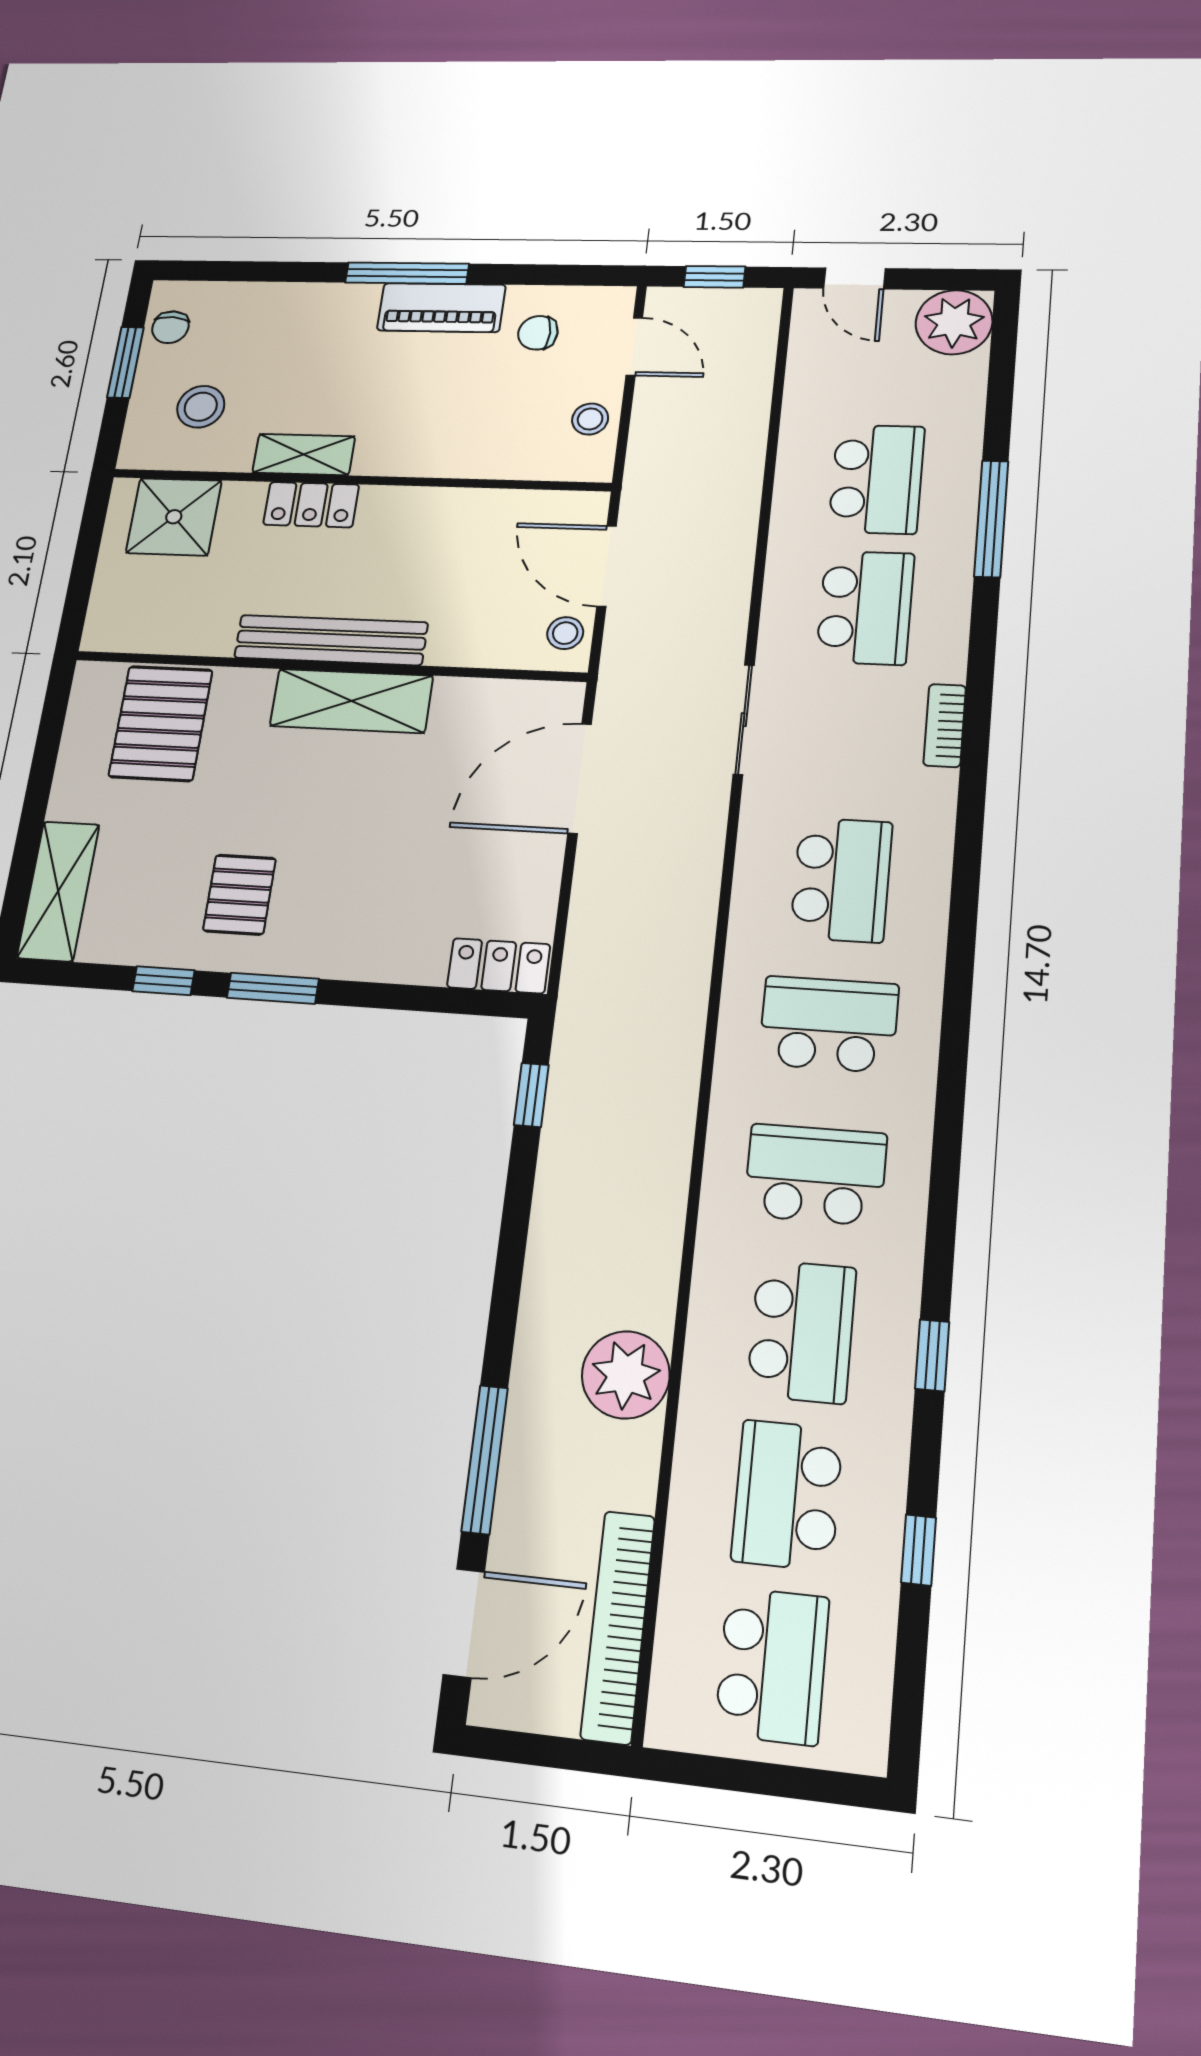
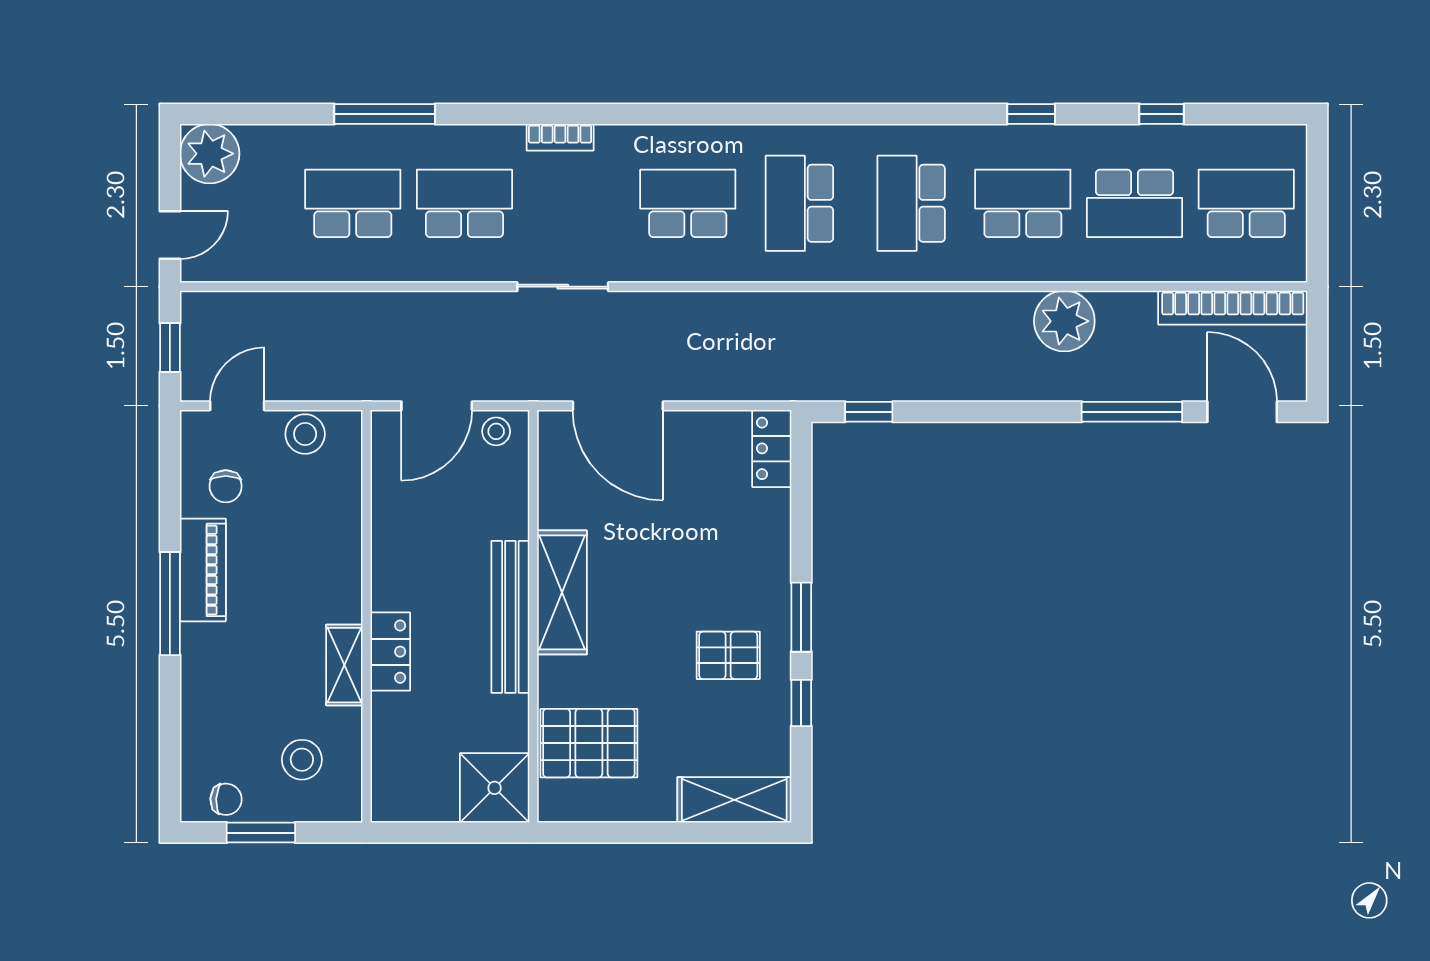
stool: (590, 419) -> (305, 434), width x1.37, depth x1.37
shower: (174, 517) -> (495, 788), moved

